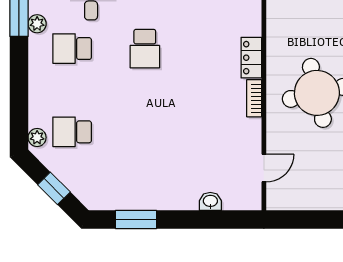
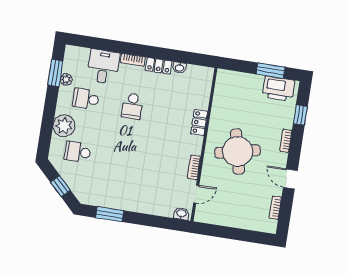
bookcase: (254, 98) -> (194, 167), moved
plant: (37, 137) -> (64, 126), moved, width x1.87, depth x1.87
washbasin: (210, 201) -> (181, 214), moved

